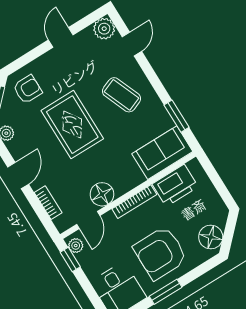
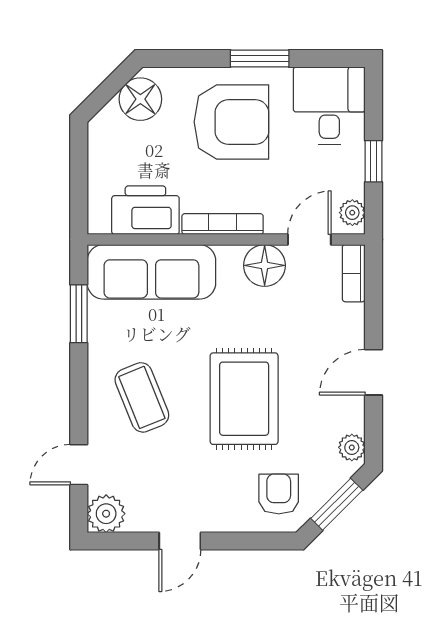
armchair: (27, 89) -> (279, 494), turned 90
sofa: (162, 153) -> (151, 272), width x1.36
bookcase: (48, 203) -> (354, 273), moved
window: (70, 259) -> (374, 161), moved

